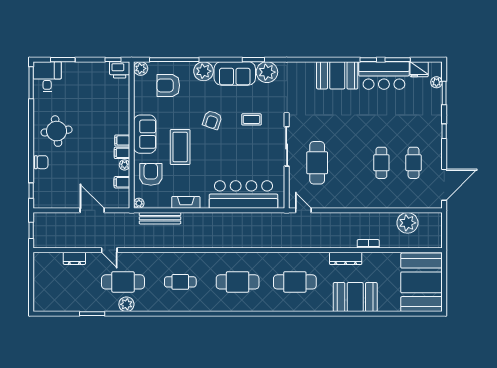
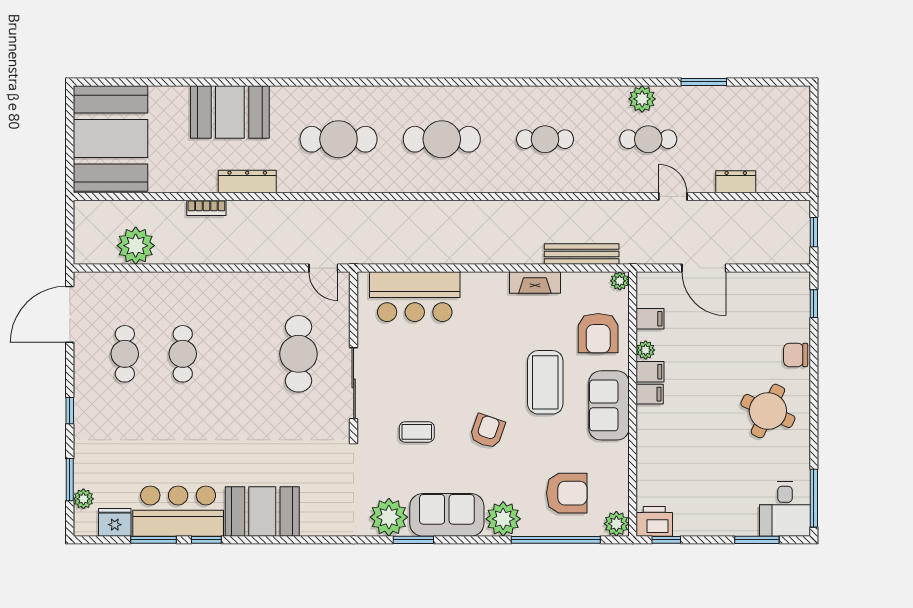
round table: (57, 131) -> (768, 411), turned 32
bar counter: (243, 195) -> (415, 297), width x0.73
cafe table: (123, 282) -> (648, 139), width x0.73, depth x0.74

